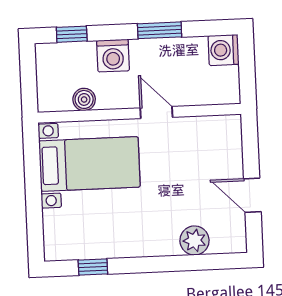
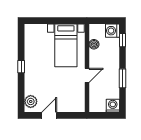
washing machine: (113, 56) -> (112, 31), moved
plant: (194, 240) -> (31, 101), moved
window: (93, 267) -> (21, 67), moved

